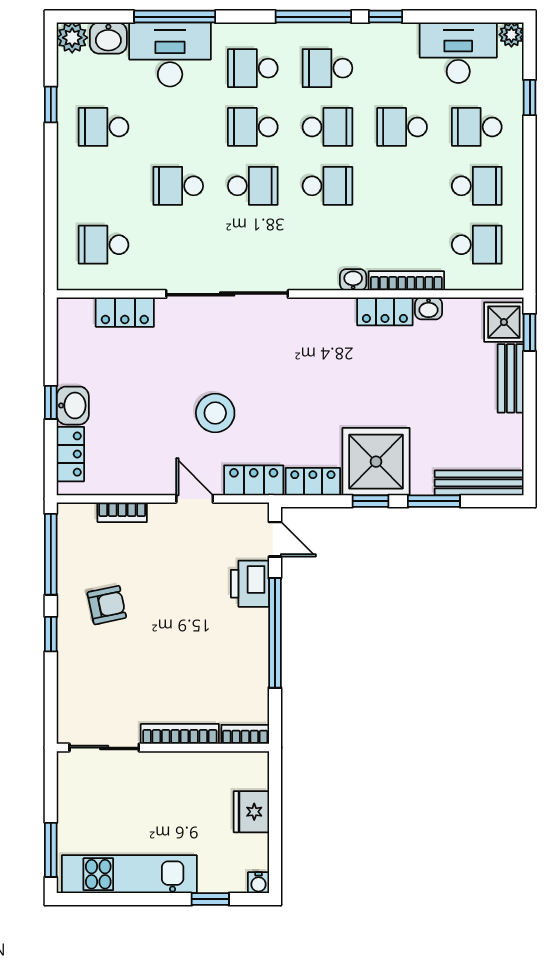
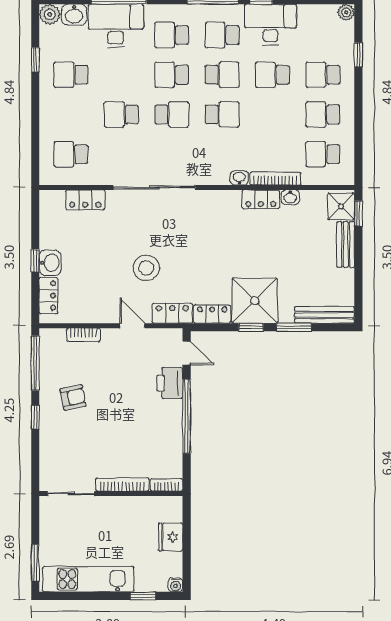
desk: (458, 53) -> (270, 25), moved
school desk: (477, 186) -> (323, 114), turned 180
school desk: (477, 245) -> (323, 154), turned 180

